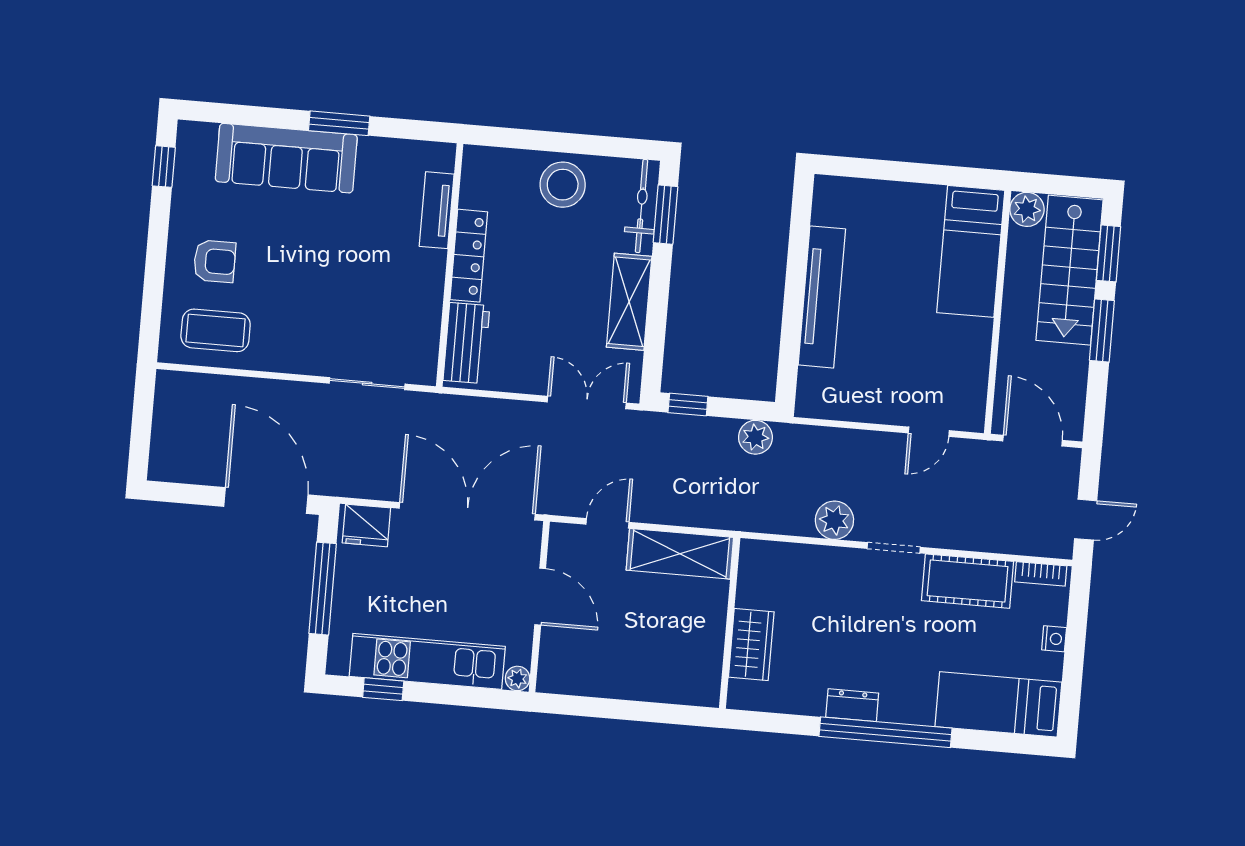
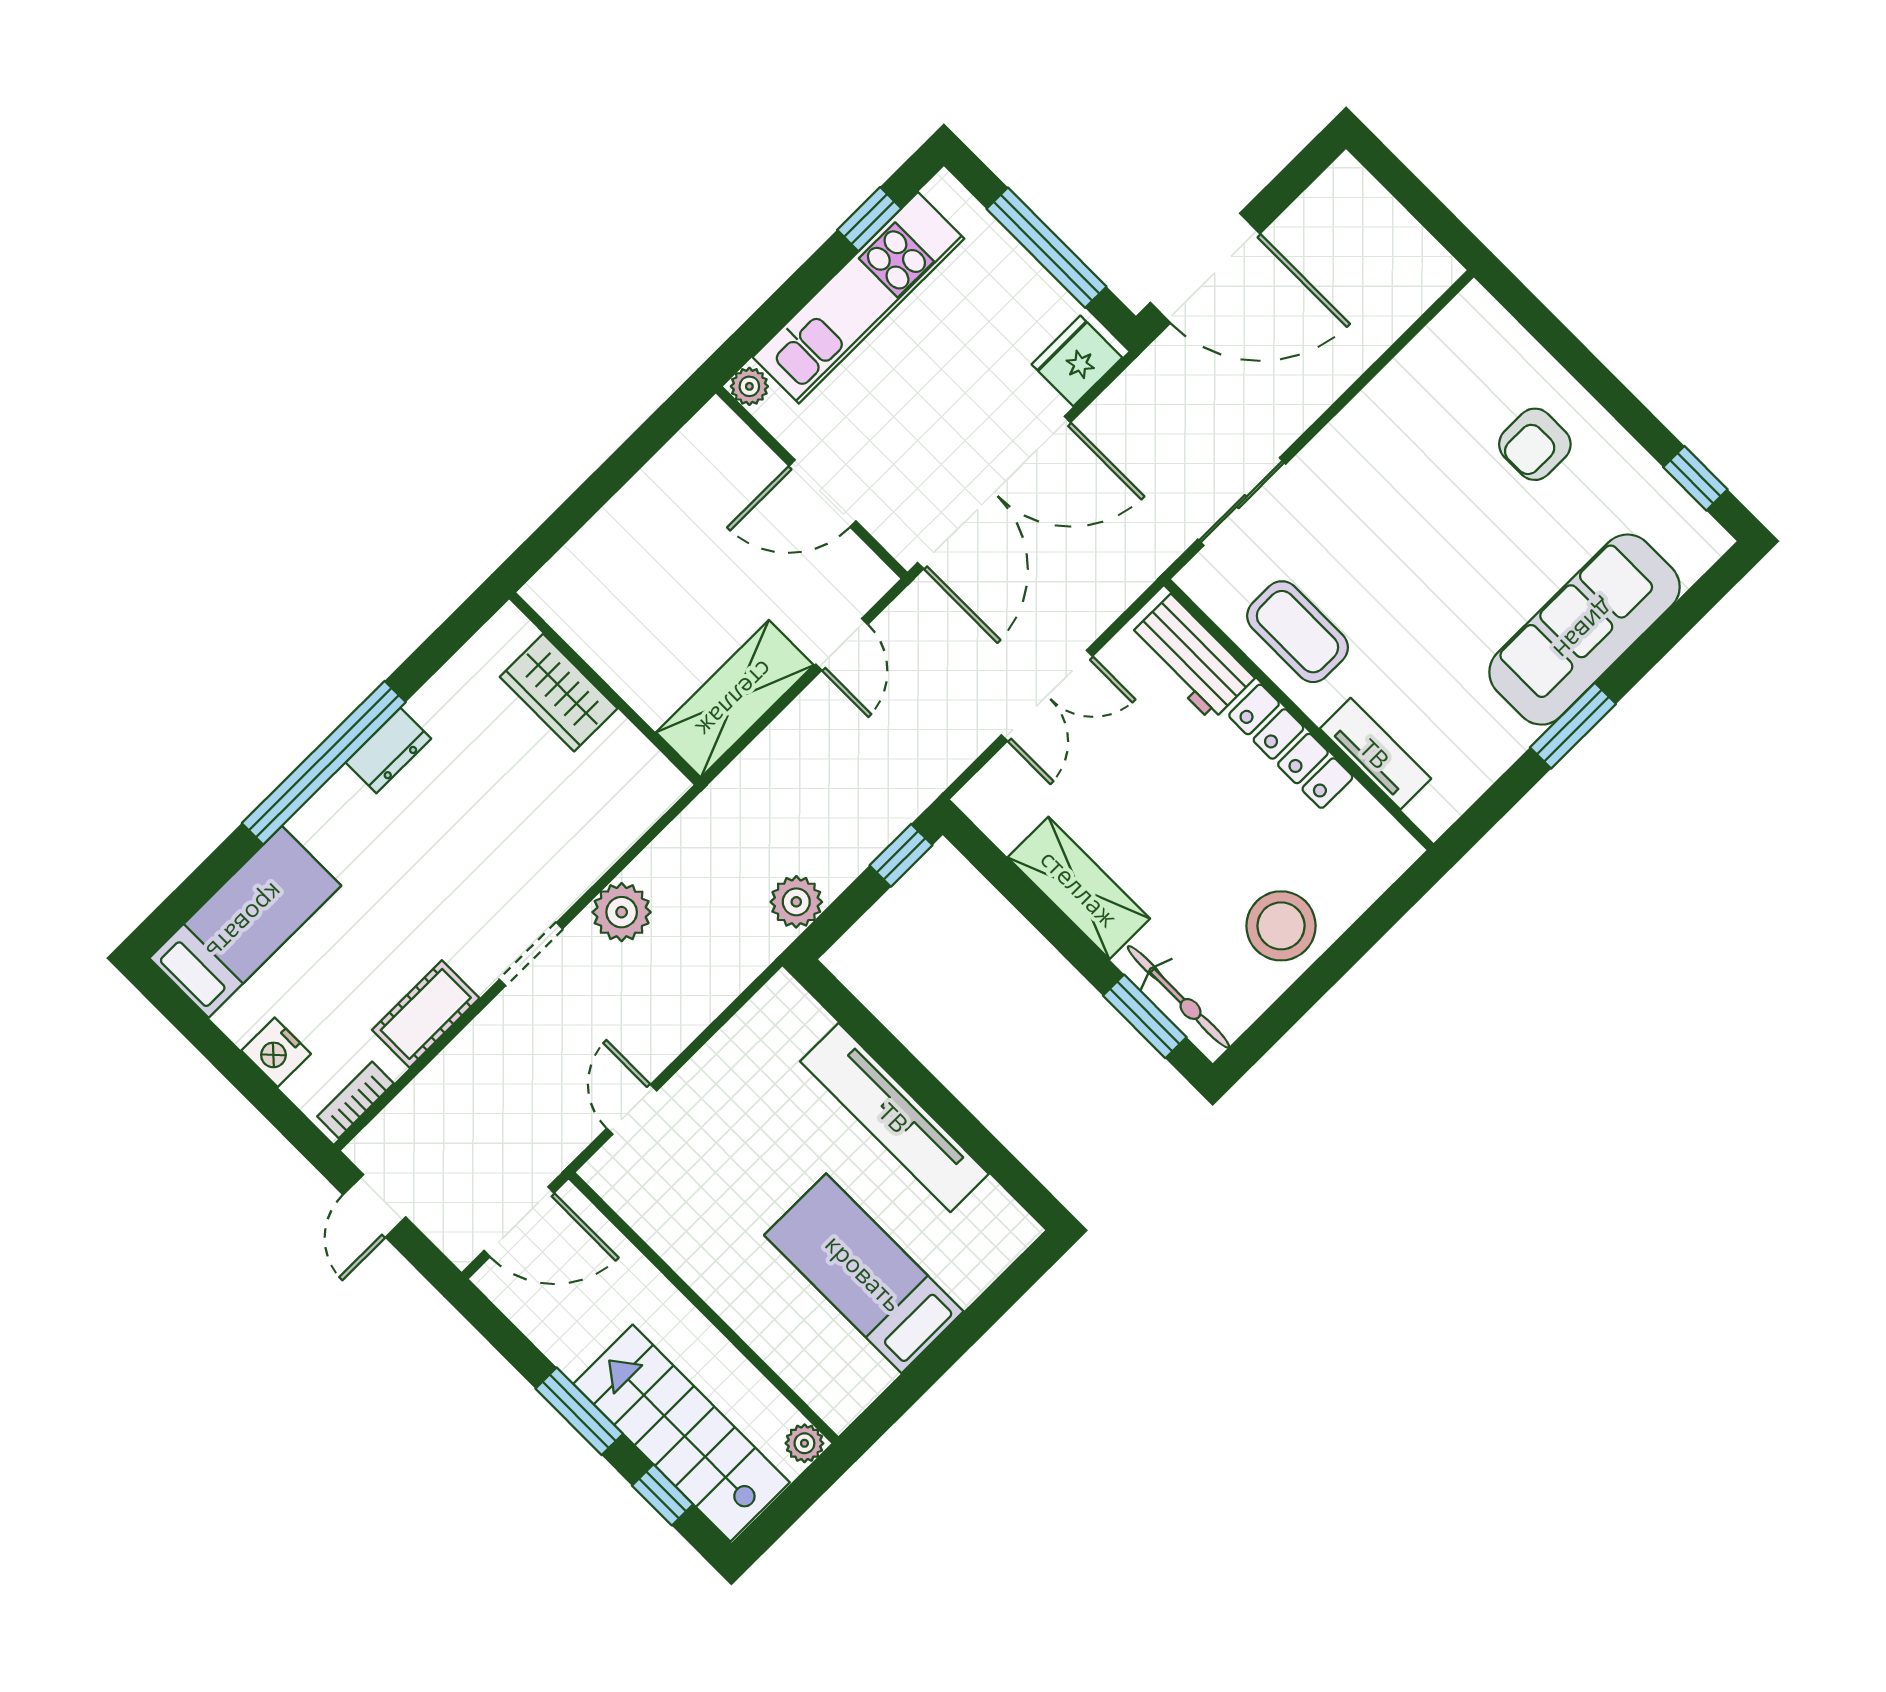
plant: (1027, 209) -> (804, 1443), width x0.73, depth x0.73
bed: (971, 251) -> (864, 1273), moved
window: (1109, 253) -> (663, 1495), width x0.67
coffee table: (216, 330) -> (1297, 632), moved, turned 90
double door: (587, 402) -> (1047, 696), moved
cot: (968, 581) -> (426, 1014), width x0.73, depth x0.75
nightstand: (1054, 639) -> (276, 1052), width x1.39, depth x1.35

